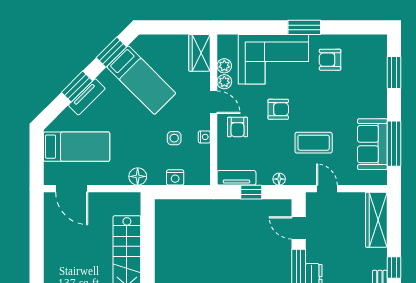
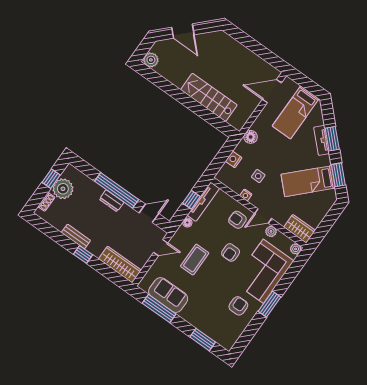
plant: (224, 66) -> (296, 249), moved
tv unit: (236, 178) -> (203, 202), width x1.41

